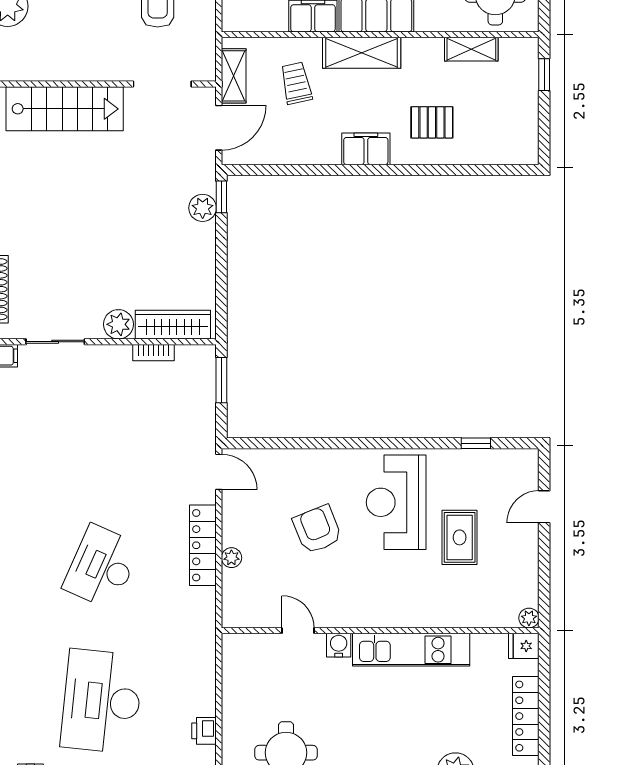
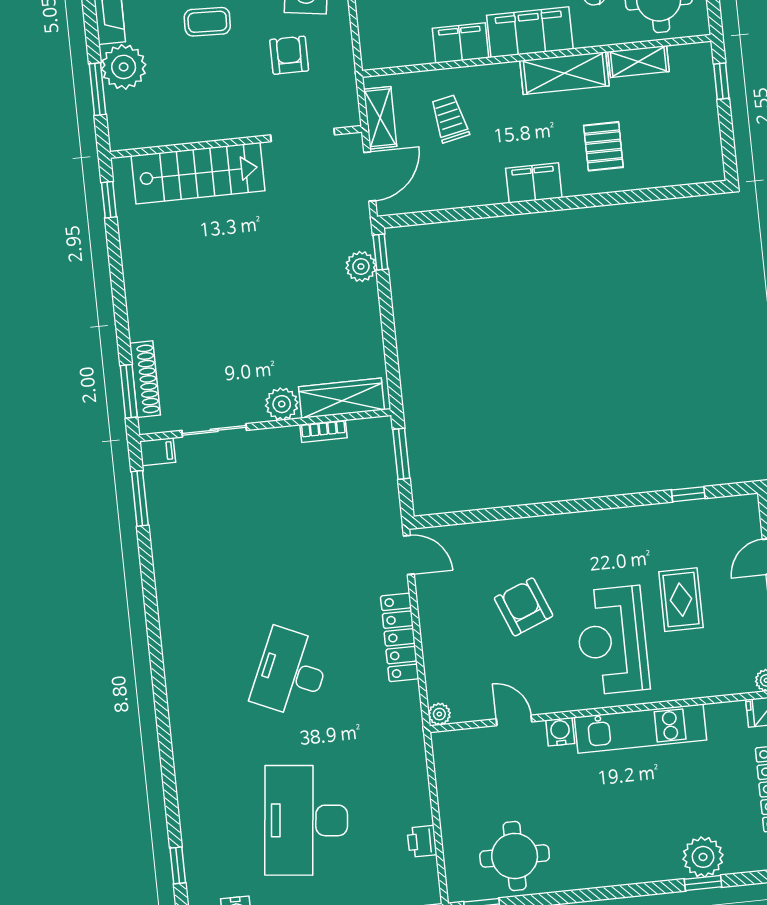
shelving: (362, 53) -> (564, 73), moved
pallet: (432, 122) -> (603, 146), turned 90
reception desk: (396, 502) -> (612, 640), moved
plant: (231, 558) -> (439, 714), moved

